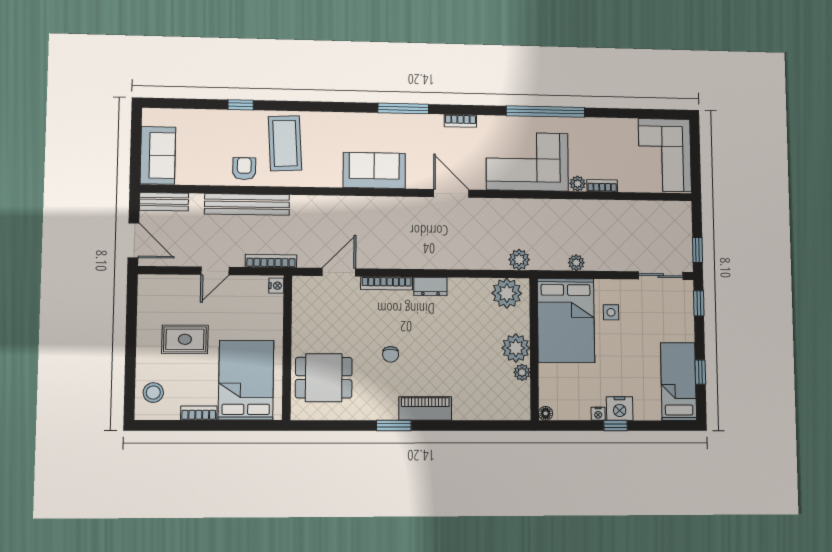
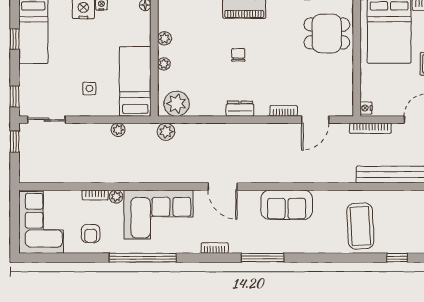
armchair: (244, 169) -> (91, 234), moved
bookcase: (387, 283) -> (284, 111), width x0.64
bed: (566, 321) -> (135, 81), width x0.67
plant: (516, 348) -> (164, 64), width x0.53, depth x0.53
chair: (391, 354) -> (238, 55), moved

